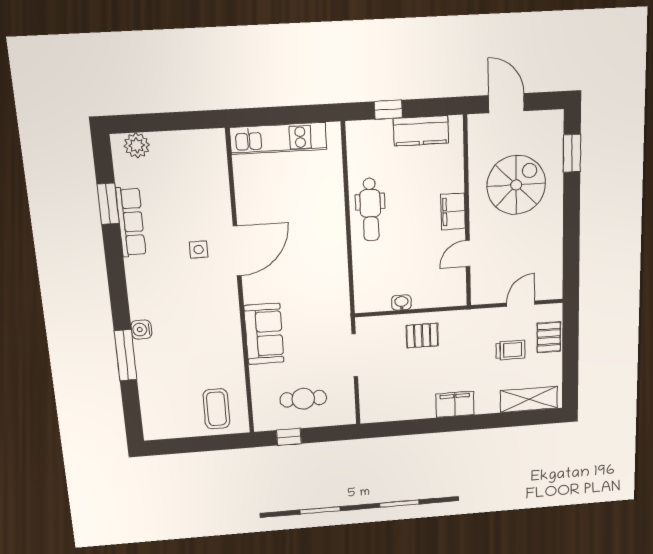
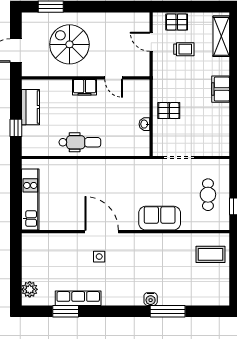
pallet: (422, 336) -> (169, 111), turned 90
trolley: (511, 350) -> (184, 49), turned 90

